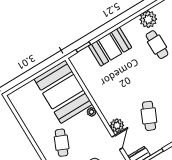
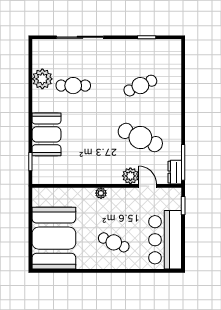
booth: (63, 92) -> (54, 238), moved, turned 90
cafe table: (149, 116) -> (140, 138), width x1.37, depth x1.35

